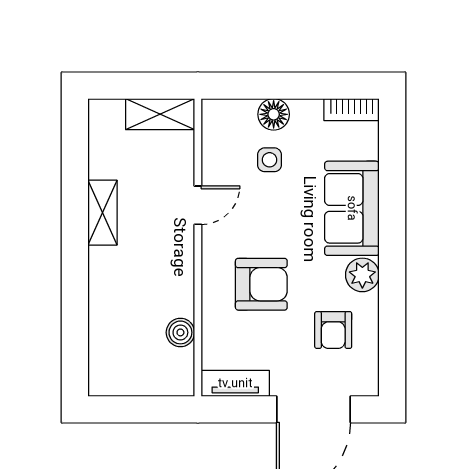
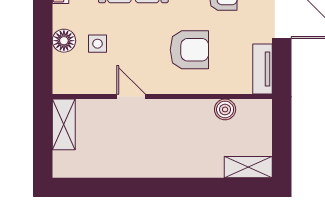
shelving: (102, 213) -> (248, 167), moved
armchair: (261, 284) -> (189, 50), turned 90

